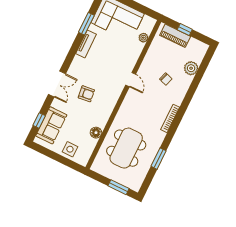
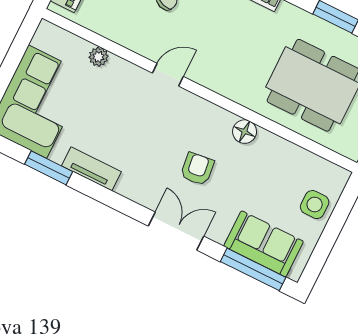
plant: (143, 38) -> (98, 57), moved
window: (39, 120) -> (253, 269), width x2.17
floor lamp: (96, 133) -> (245, 132), moved

